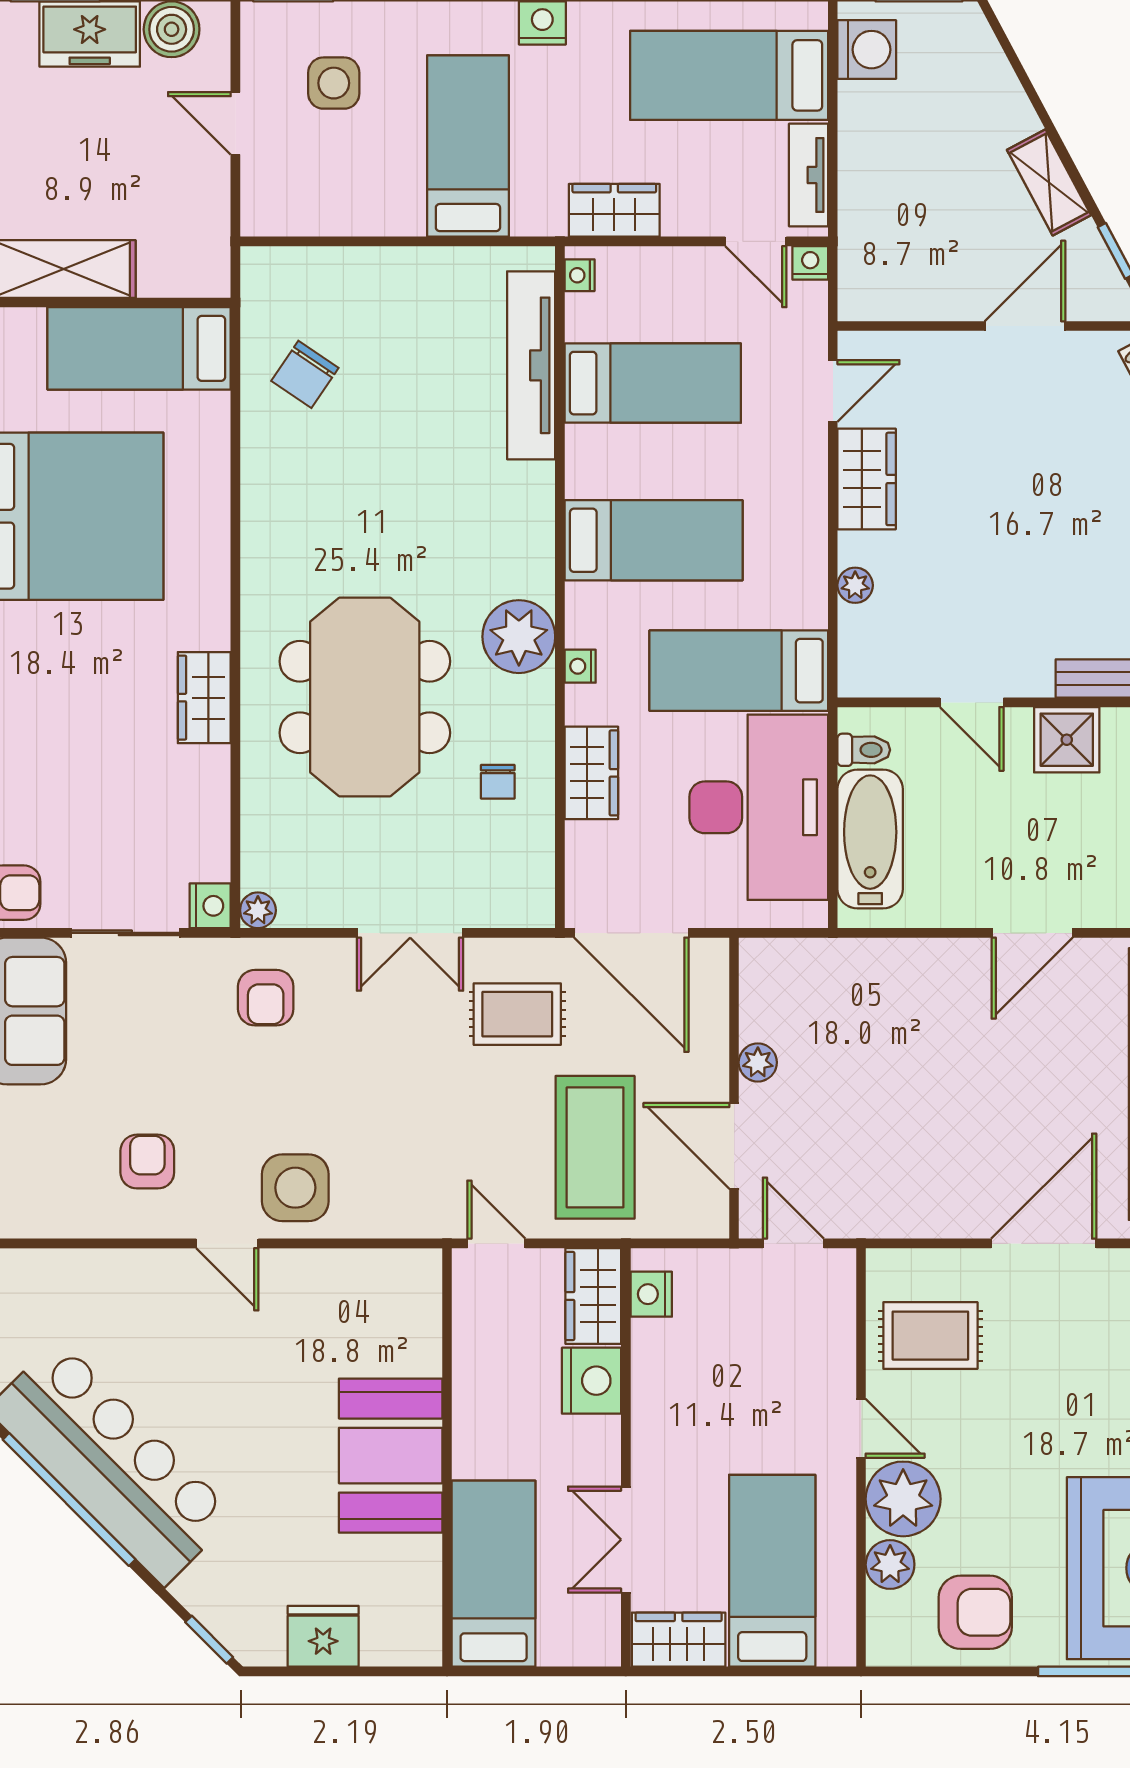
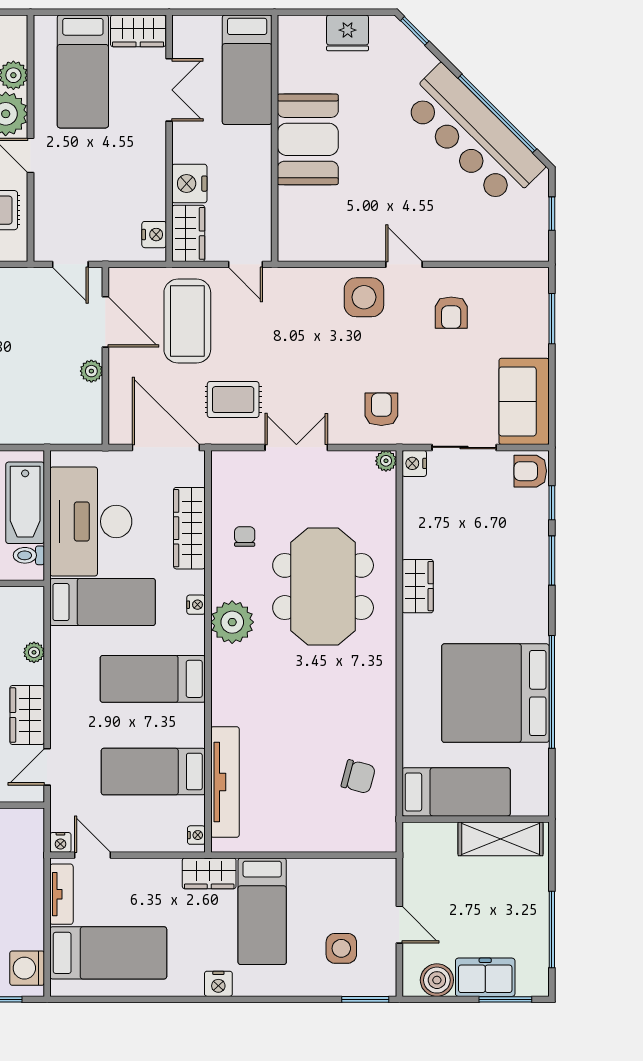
wardrobe: (614, 210) -> (209, 873), moved
chair: (305, 374) -> (358, 777), turned 71
wardrobe: (591, 773) -> (189, 528), width x1.50

